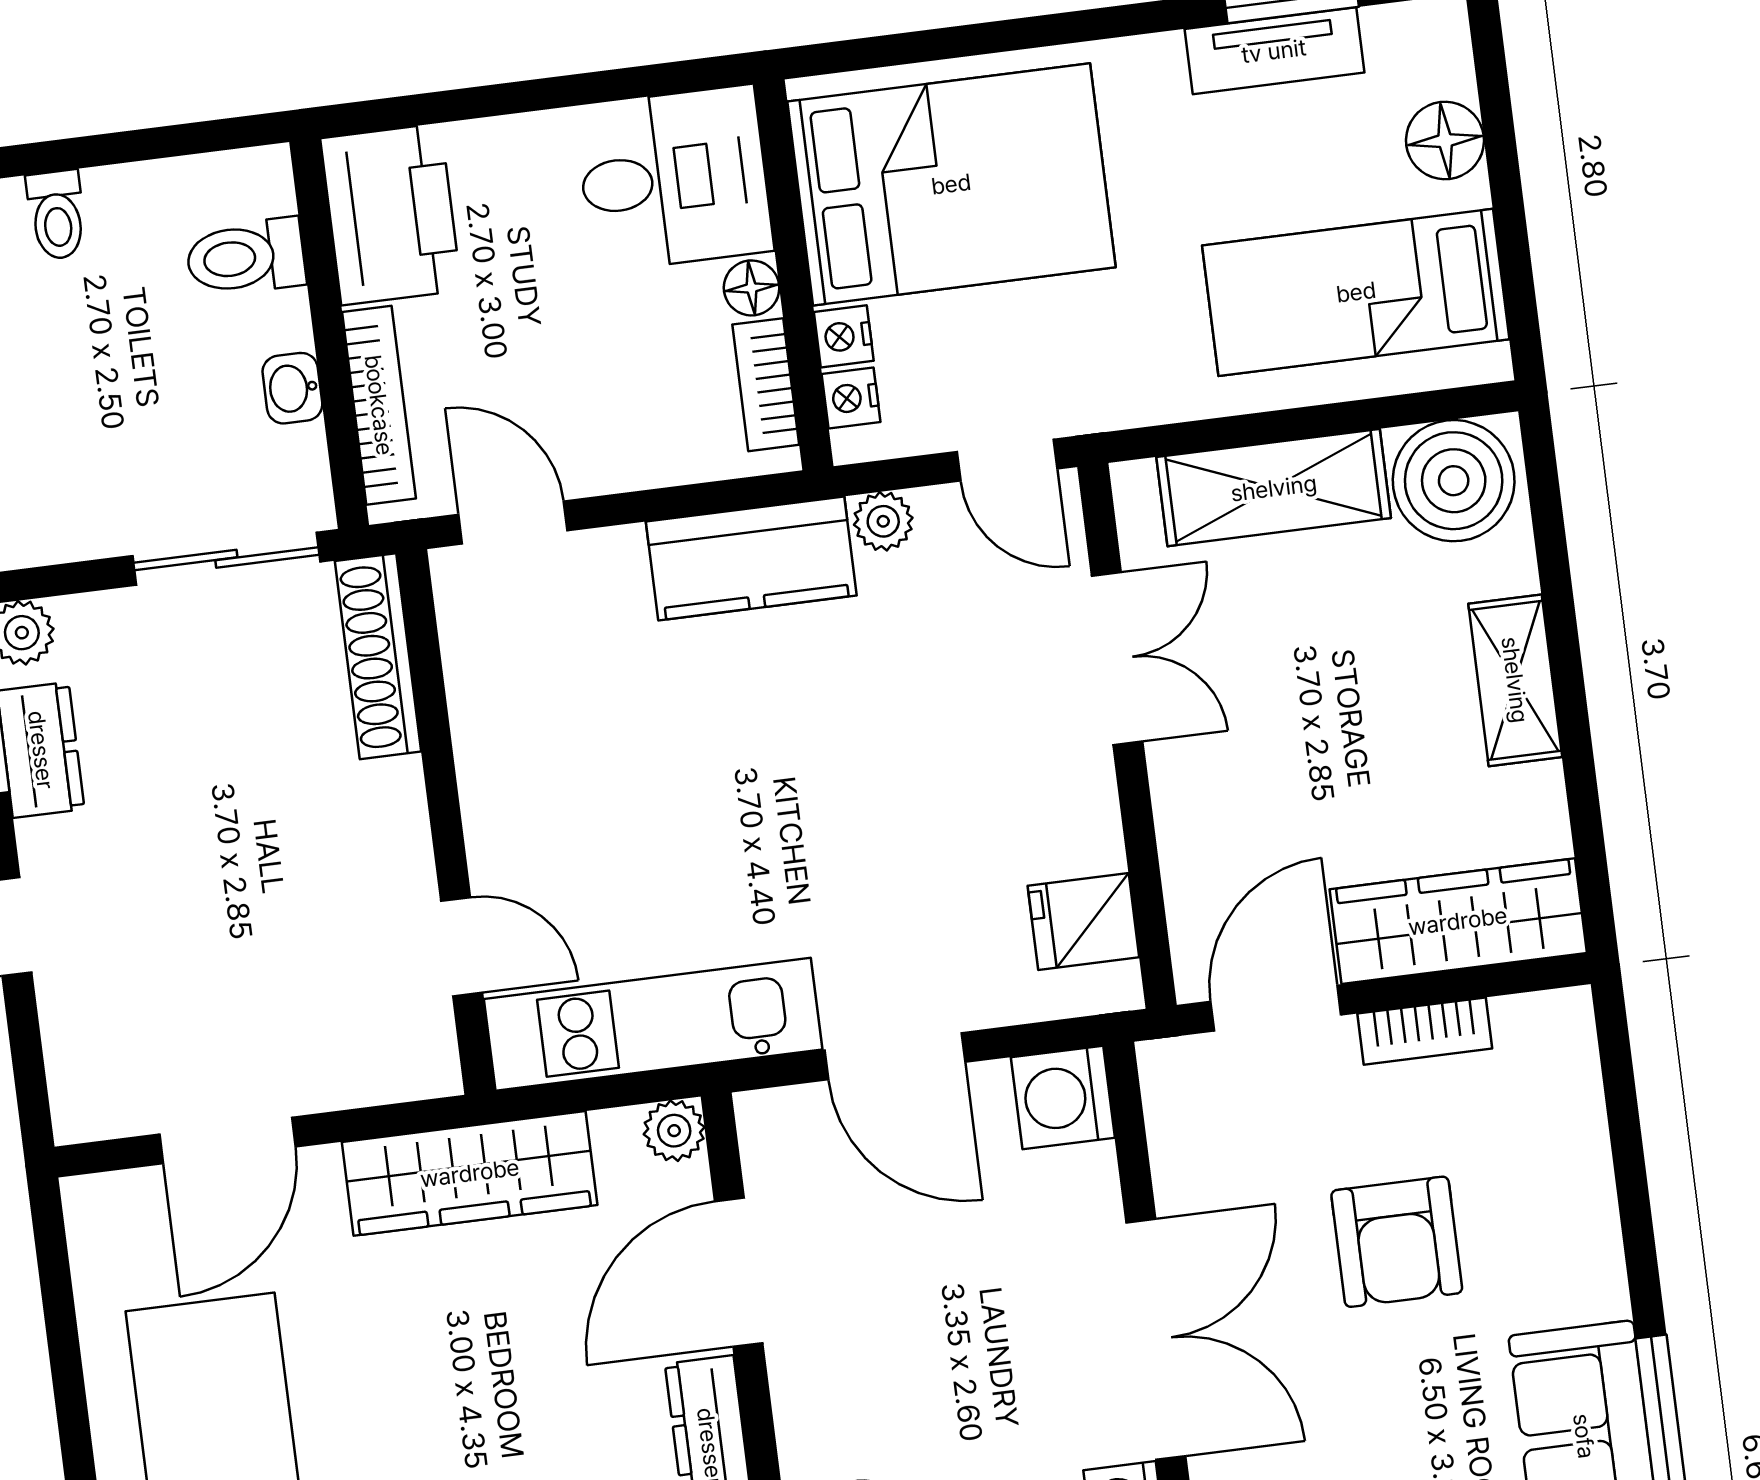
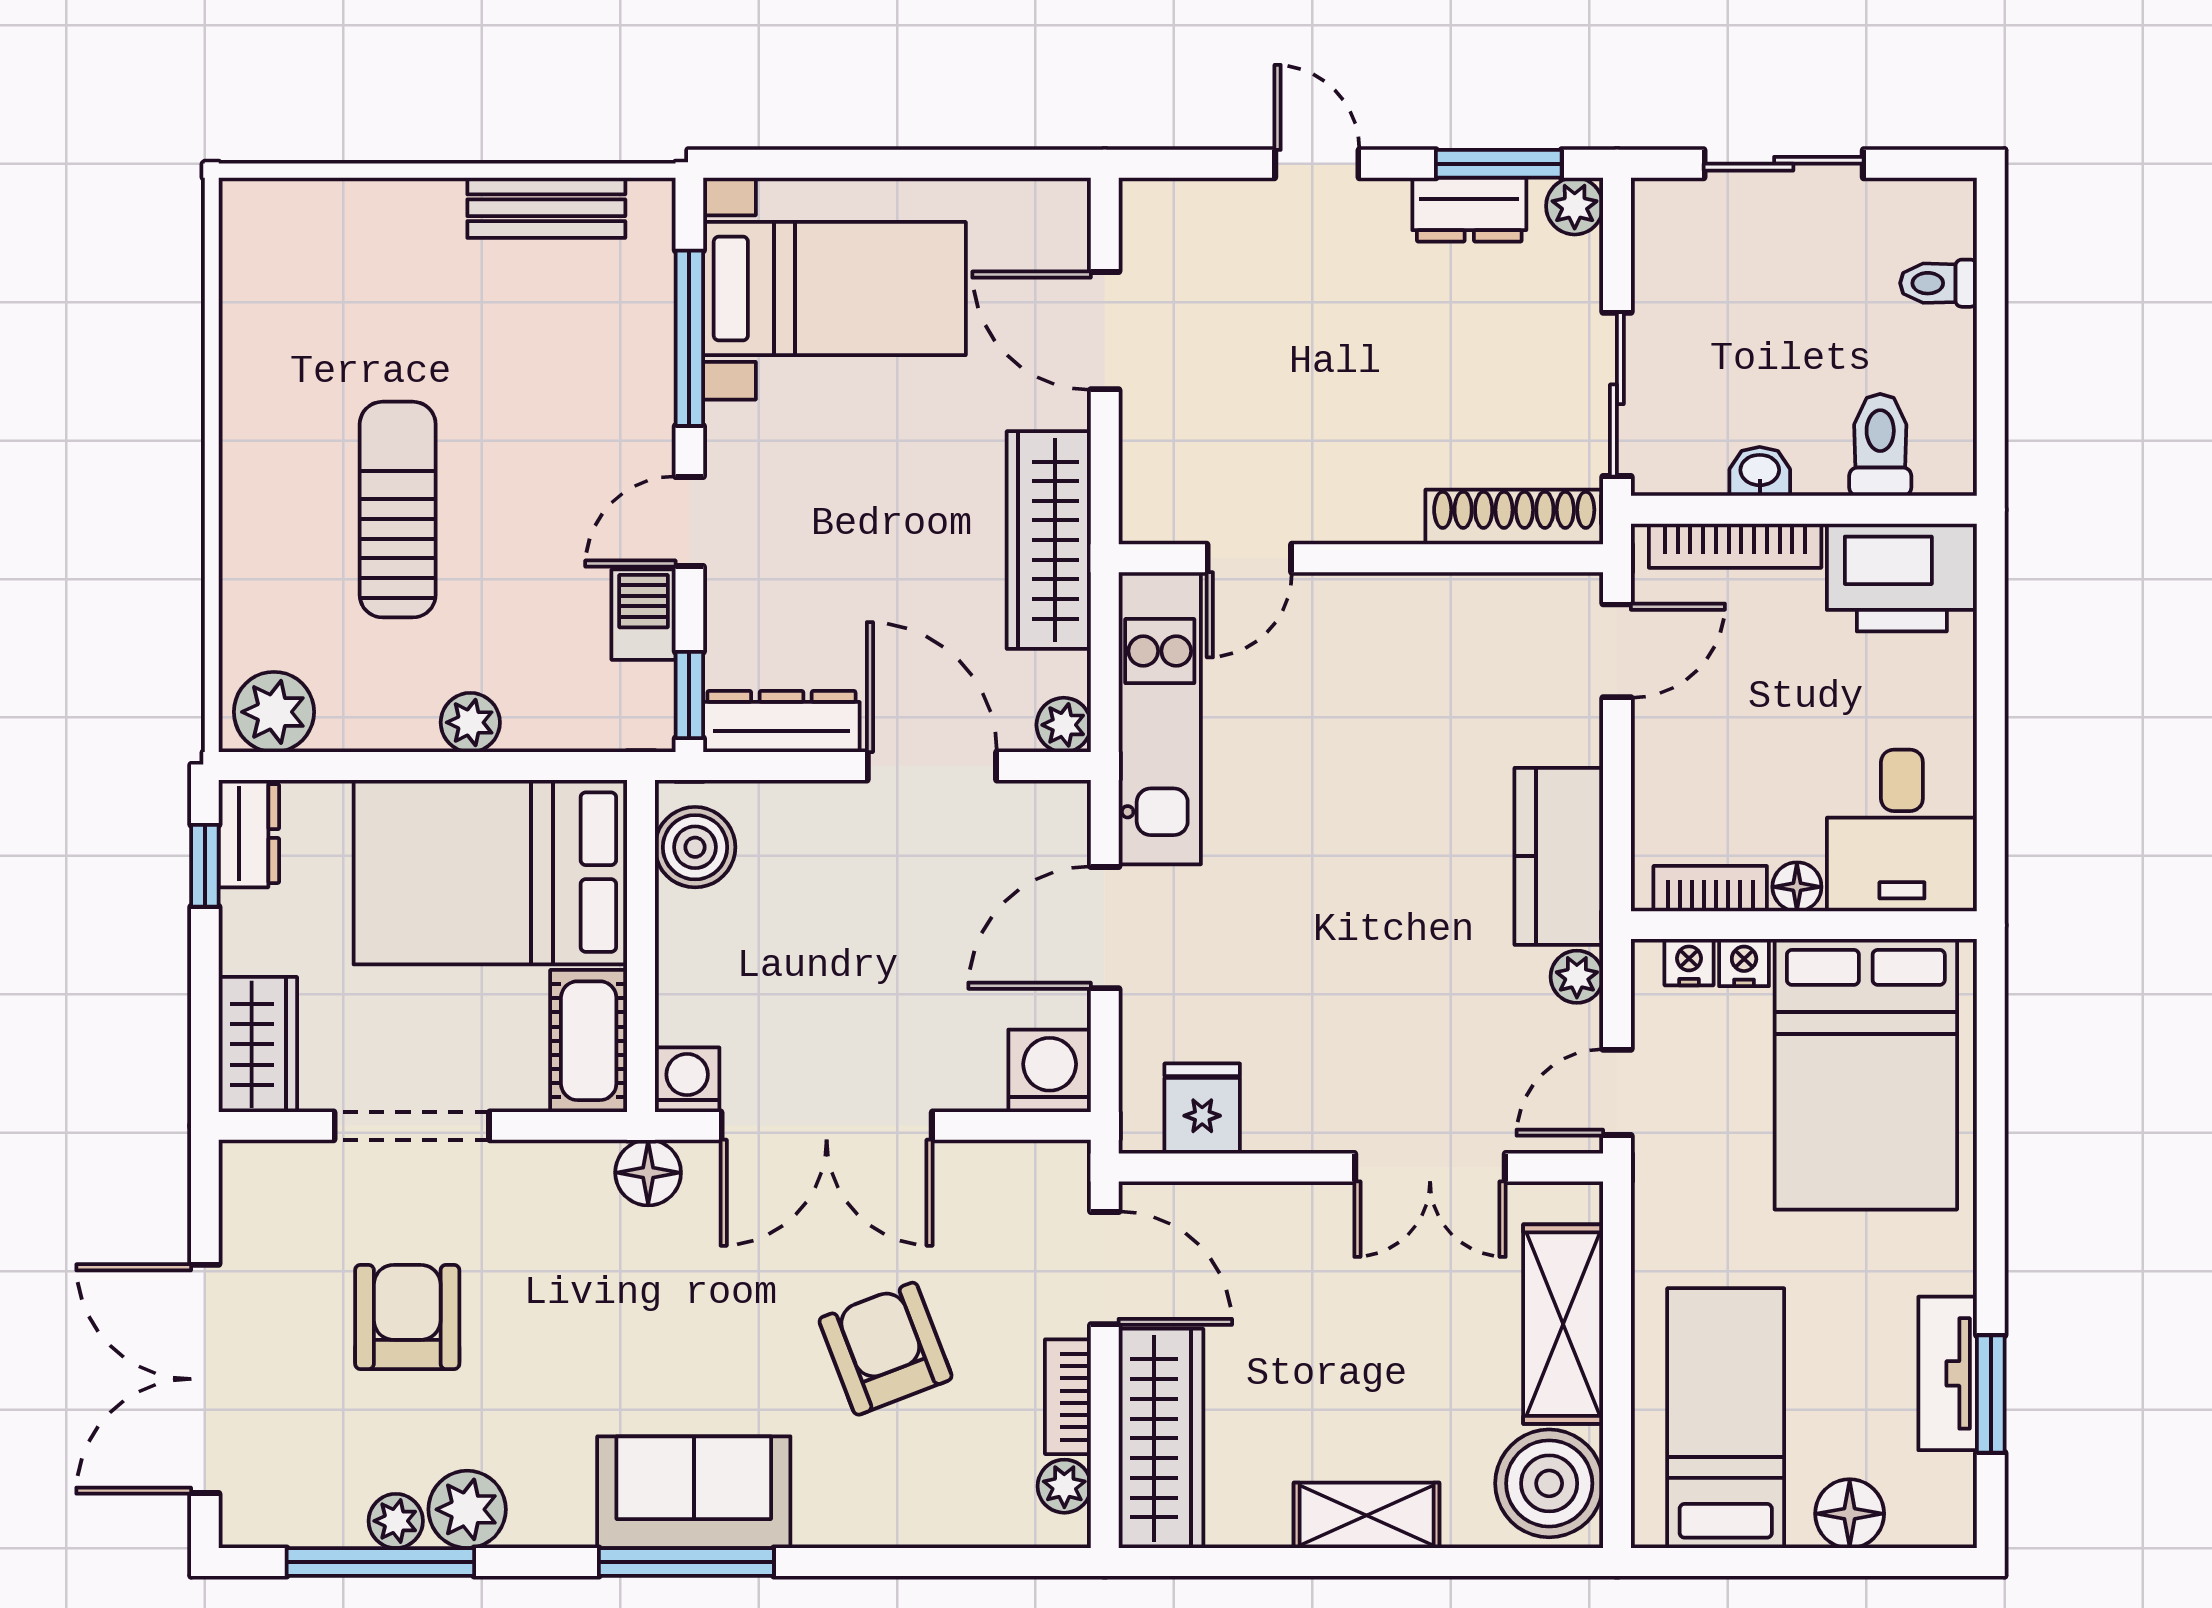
plant: (1525, 1022) -> (1064, 1486), added
armchair: (1397, 1242) -> (886, 1349), turned 69

